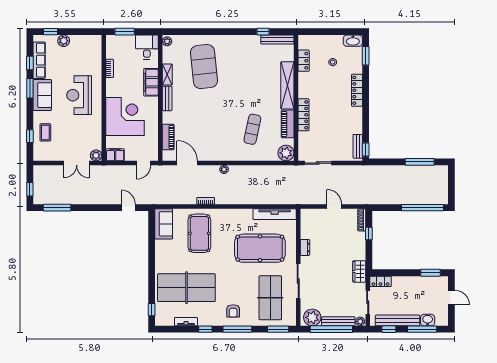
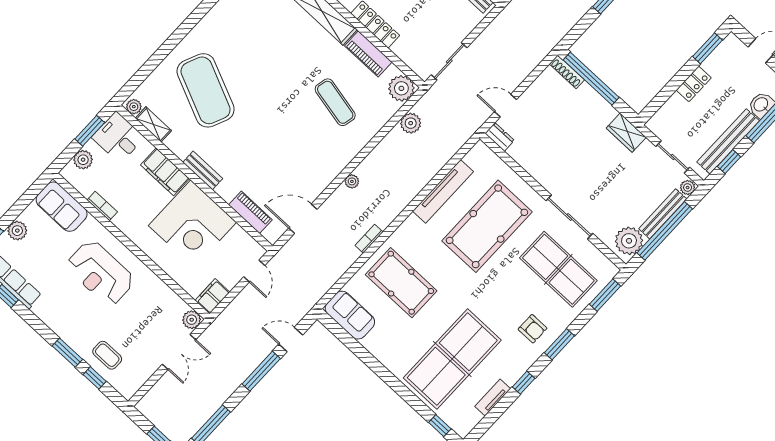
window: (125, 32) -> (90, 131), moved
plant: (122, 41) -> (83, 160), added
exercise mat: (204, 67) -> (206, 90), turned 30
shelving: (167, 75) -> (153, 124), moved
window: (30, 88) -> (67, 353), moved
sofa: (42, 95) -> (62, 207), moved, turned 180
corner desk: (125, 116) -> (192, 224), moved, turned 180
plant: (274, 171) -> (411, 123), added
door: (334, 207) -> (506, 106), moved
window: (102, 208) -> (261, 371), added
tv unit: (275, 214) -> (443, 191), moved
window: (369, 233) -> (591, 79), width x3.17
dresser: (305, 247) -> (500, 137), moved
locker: (380, 281) -> (694, 84), moved
window: (237, 329) -> (559, 344), width x0.69

